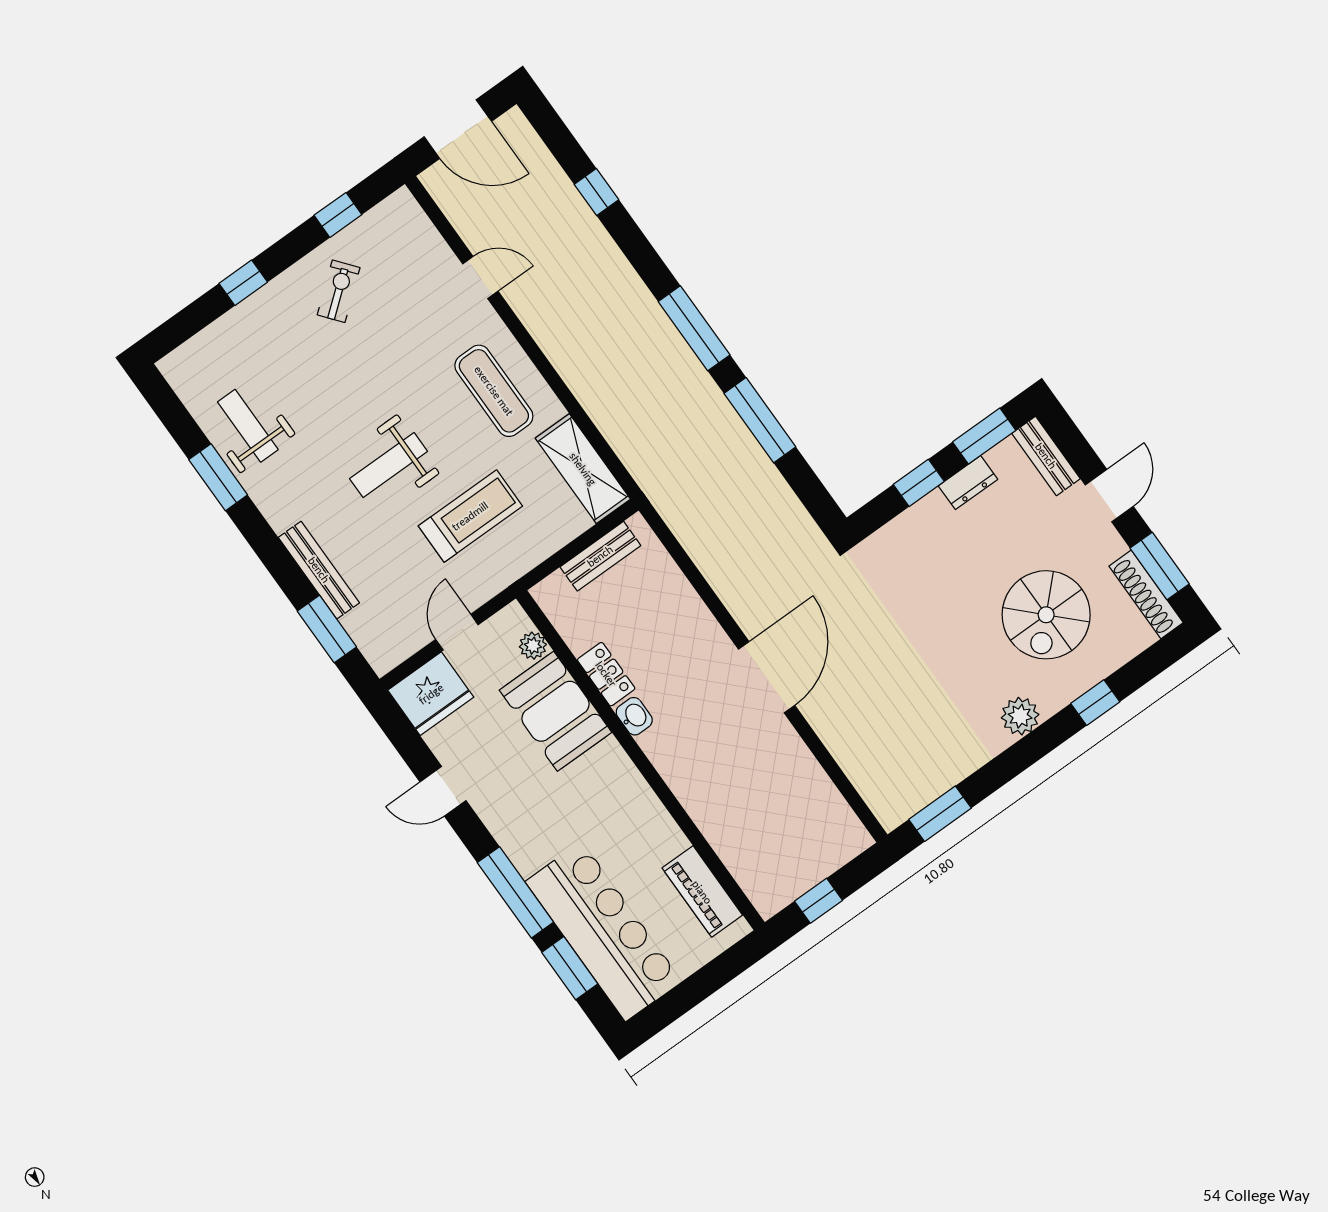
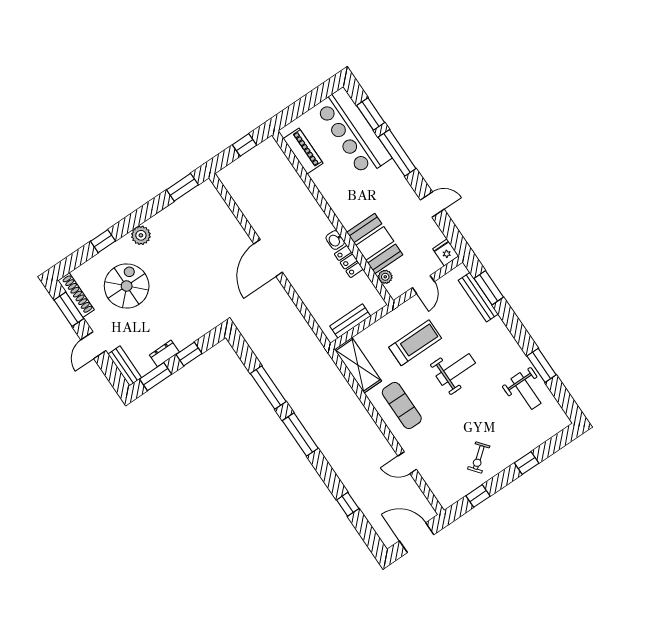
treadmill: (470, 516) -> (415, 343), turned 180
bench: (319, 570) -> (478, 297), moved
fridge: (431, 694) -> (446, 252), width x0.53, depth x0.75

